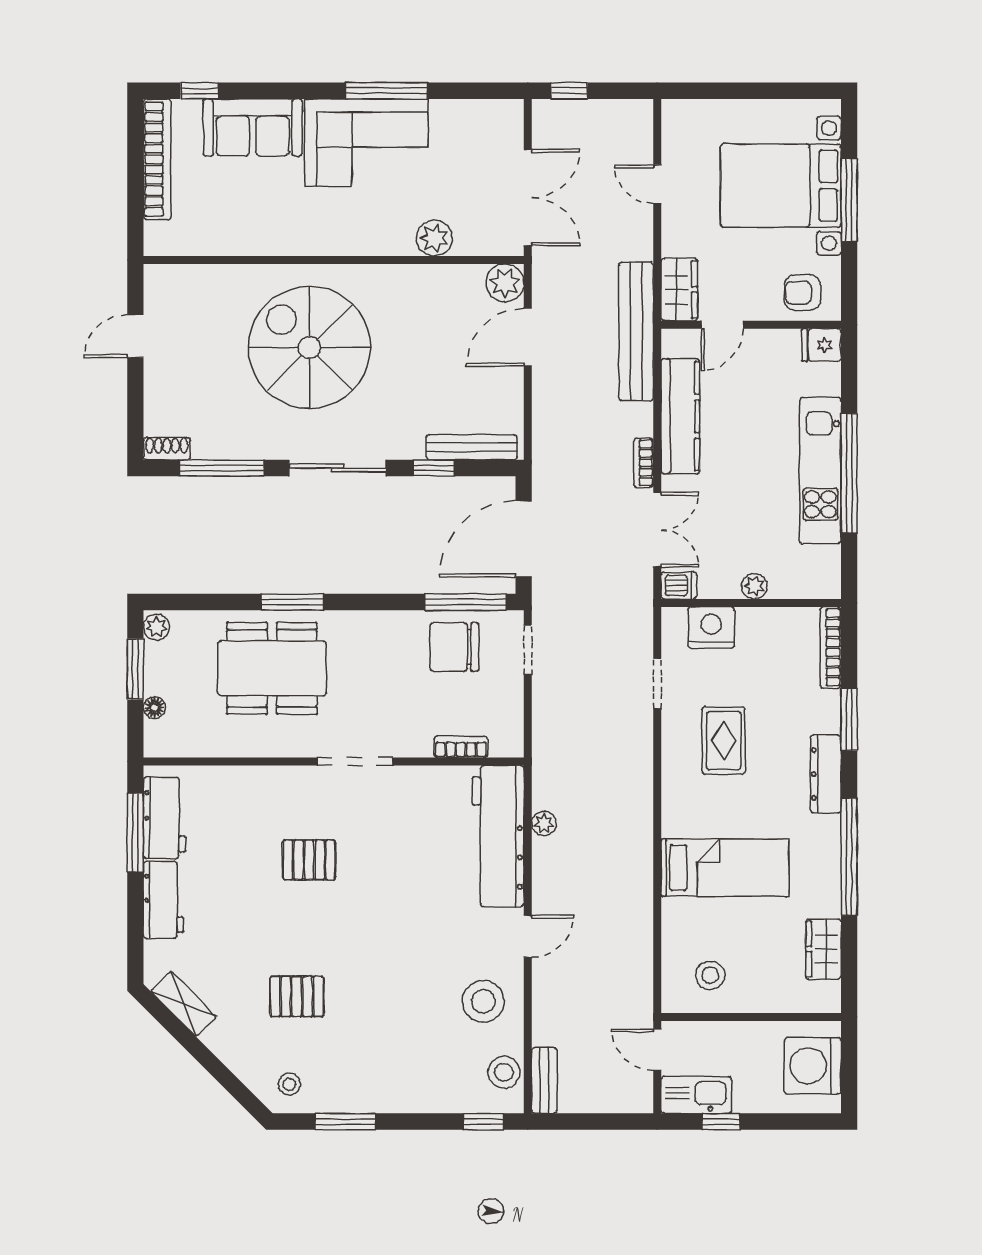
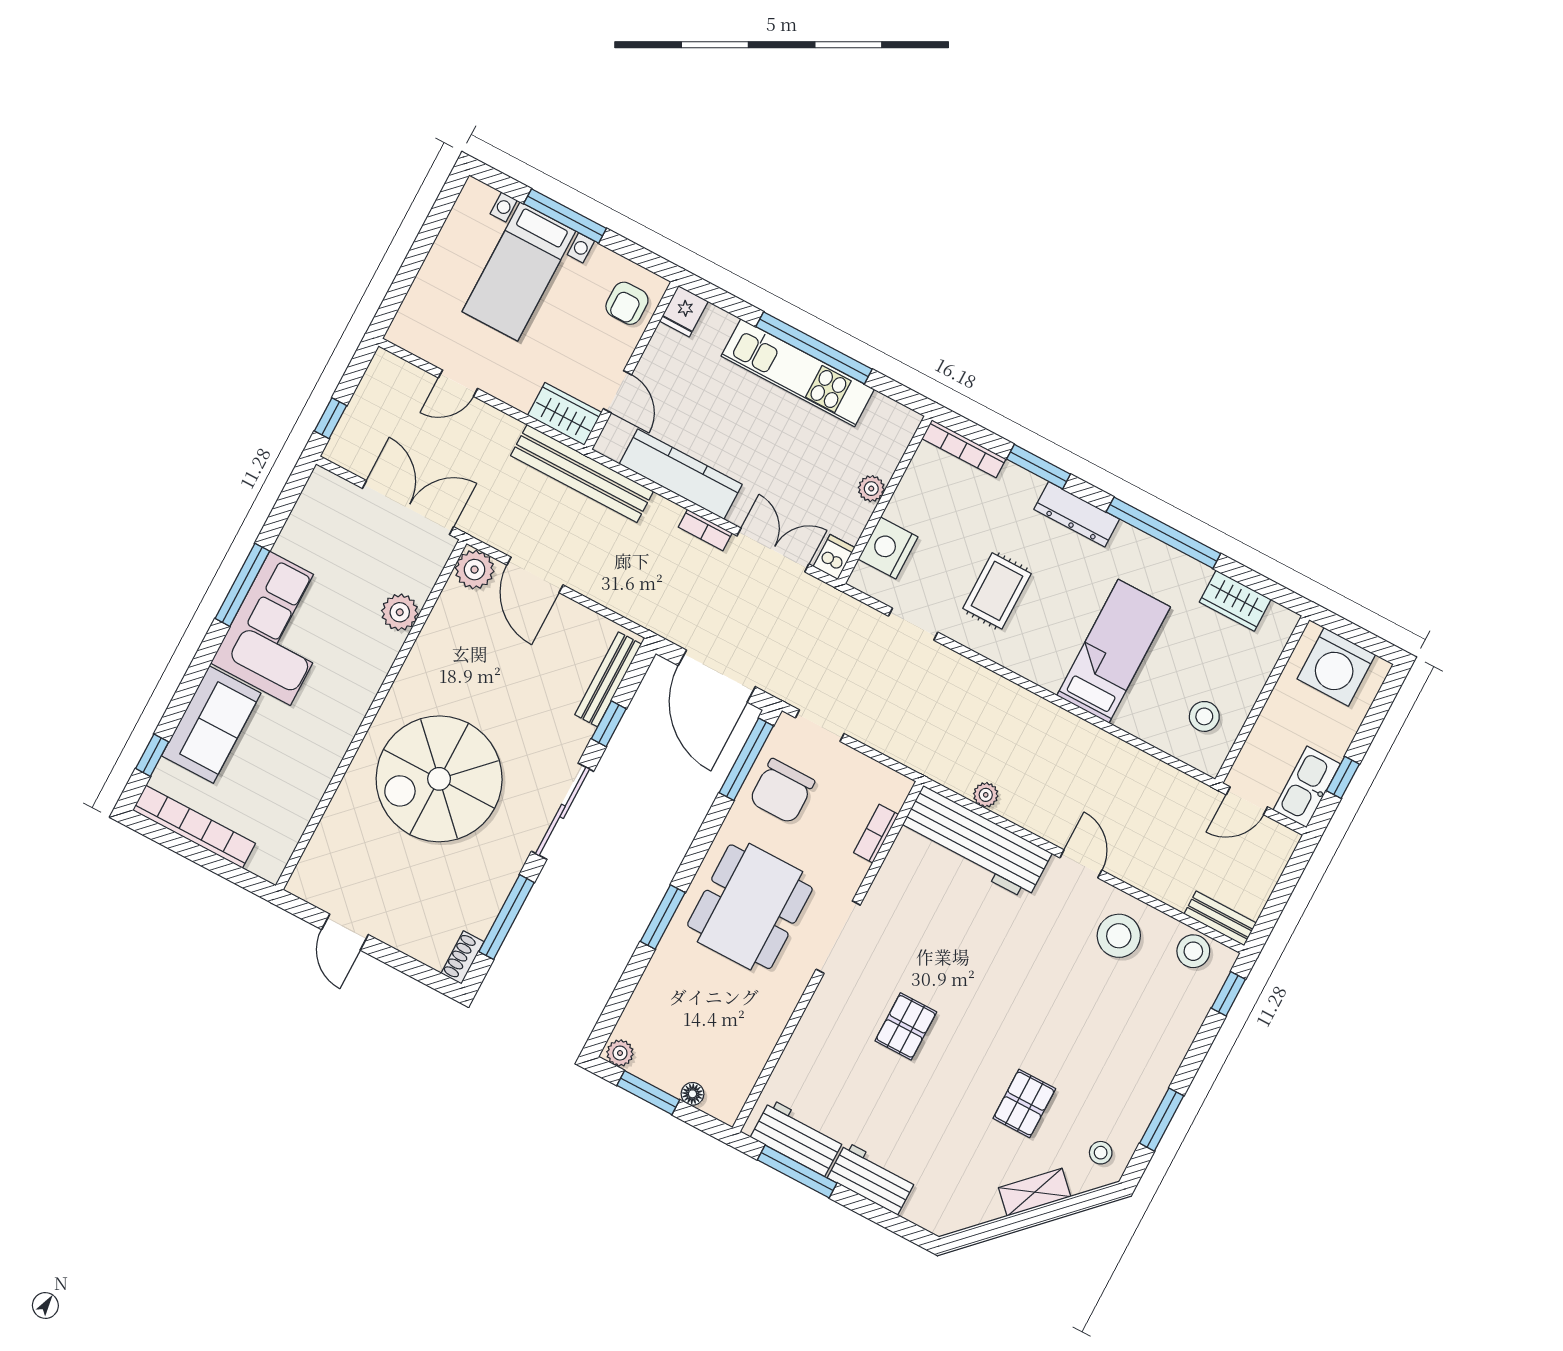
bed with nightstands: (781, 186) -> (519, 271), width x0.73
dining table: (272, 668) -> (750, 907), moved
rug: (724, 740) -> (997, 591), turned 90
shelving: (184, 1004) -> (1035, 1192), moved

